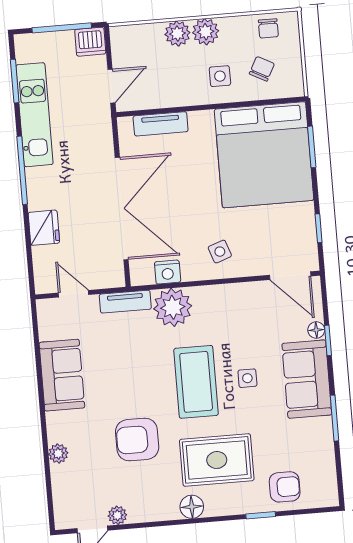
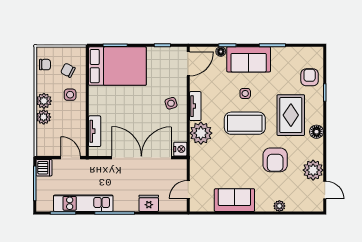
bed: (264, 155) -> (117, 66), width x0.73
nightstand: (168, 272) -> (180, 149), moved
tv unit: (125, 302) -> (195, 106), moved
plant: (117, 515) -> (313, 170), width x1.88, depth x1.88

